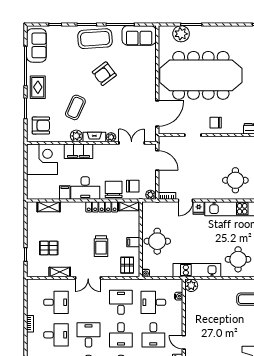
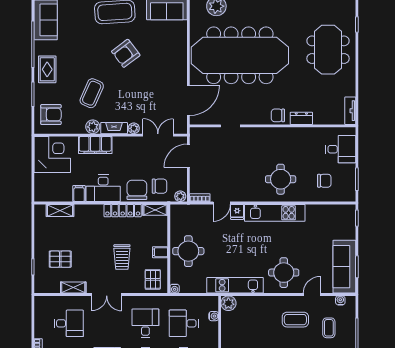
chair: (216, 123) -> (278, 115), moved
door: (157, 160) -> (188, 156), swing flipped

